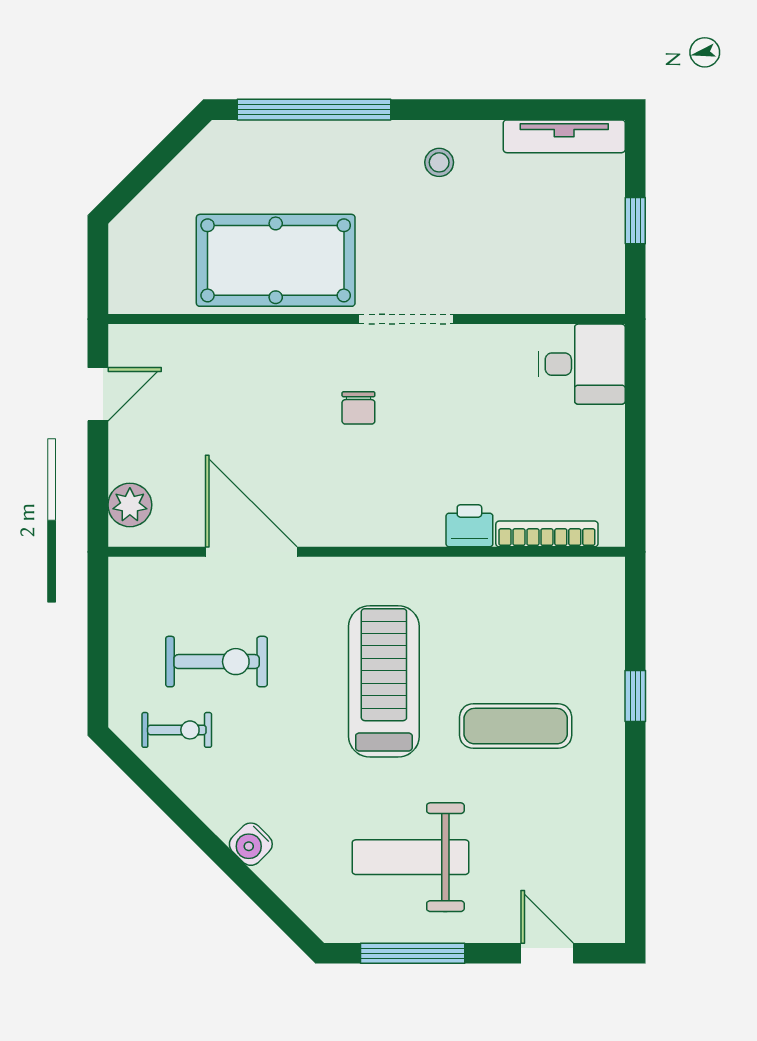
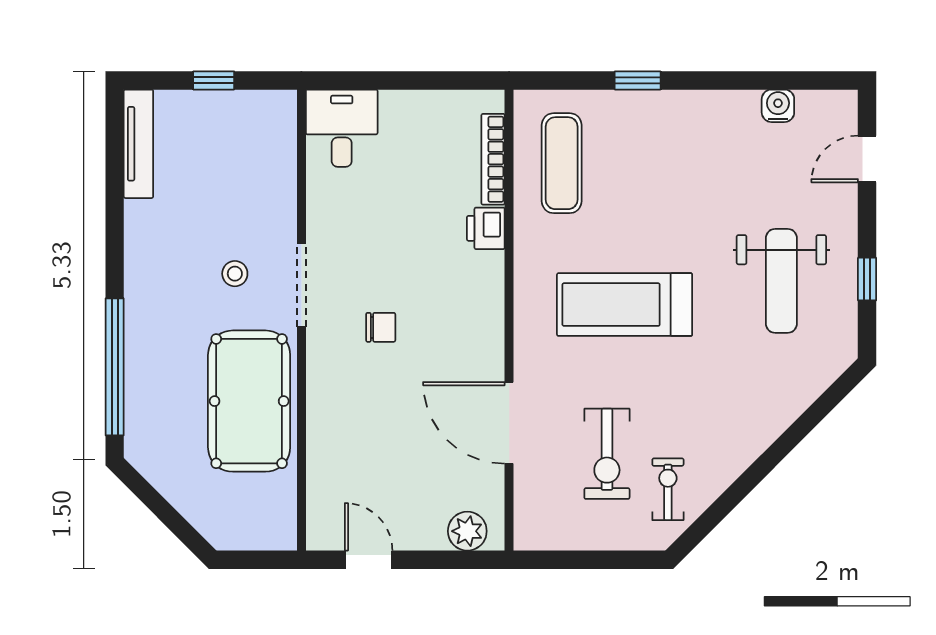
stool: (439, 162) -> (235, 274), moved
door: (251, 552) -> (509, 423), hinge flipped
exercise bike: (217, 662) -> (607, 454), turned 180
exercise mat: (516, 726) -> (562, 163), moved
water cooler: (251, 844) -> (778, 106), moved, turned -135
window: (413, 953) -> (867, 279), width x0.46

